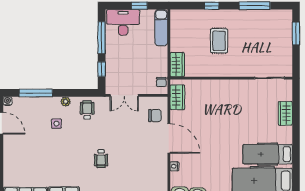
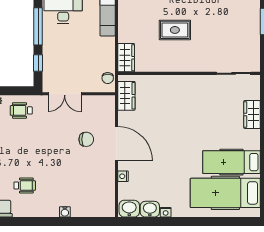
rug: (219, 41) -> (175, 30), turned 90
wheelchair: (87, 110) -> (21, 110), turned -90
chair: (155, 116) -> (86, 139), moved
wheelchair: (101, 159) -> (25, 185), moved, turned -90

